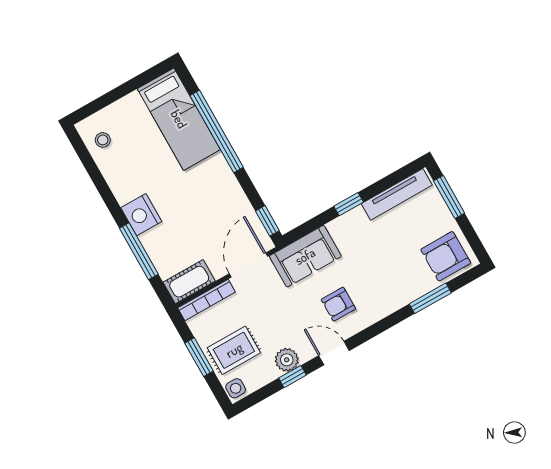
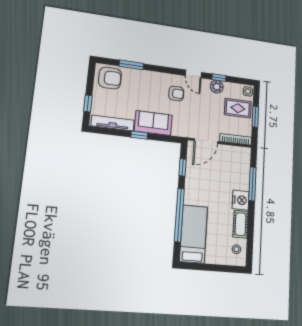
window: (449, 197) -> (88, 103), width x0.67
window: (267, 221) -> (183, 167), moved
sofa: (305, 256) -> (153, 123), moved
cot: (189, 282) -> (241, 224), moved, turned 90

